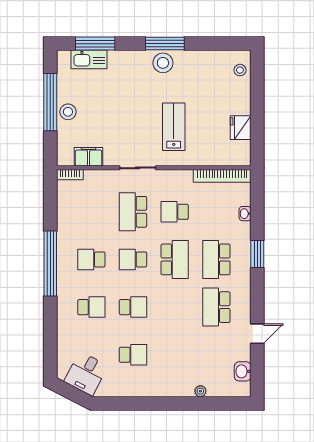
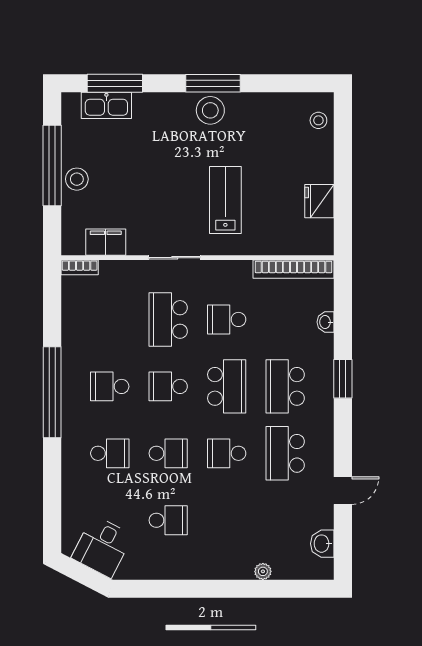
school desk: (175, 307) -> (227, 453), added

